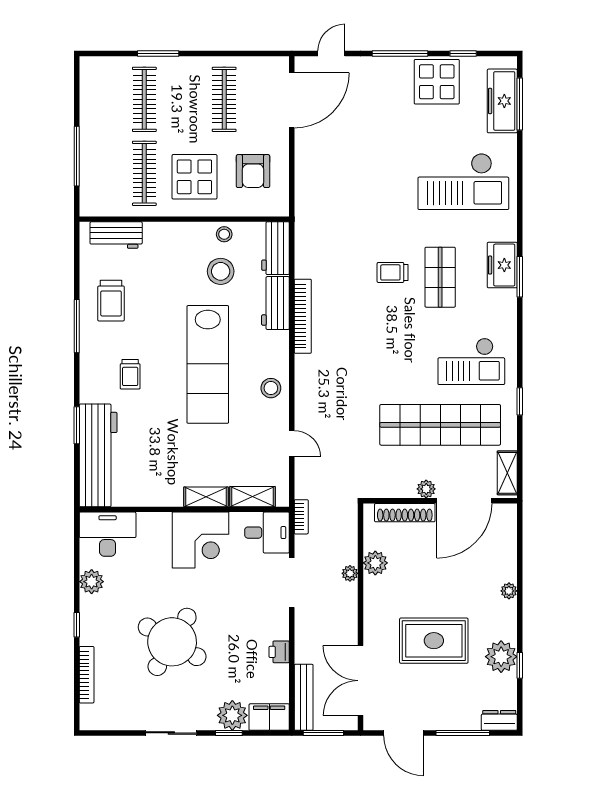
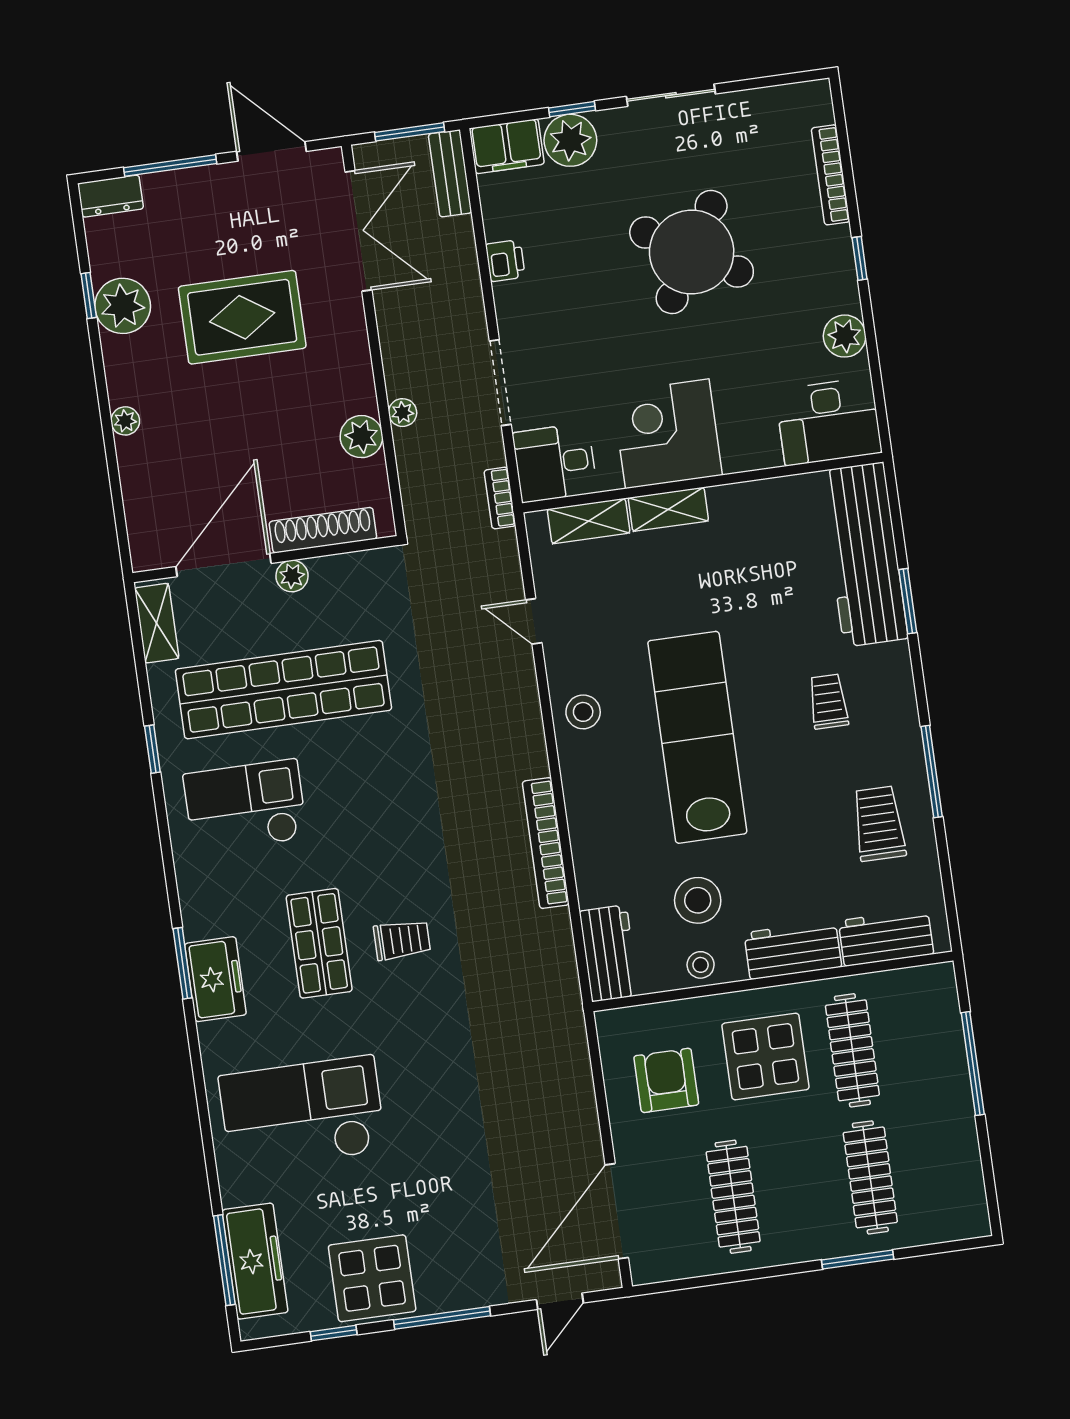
workbench: (275, 303) -> (793, 950), moved, turned -90
bench: (304, 697) -> (450, 173), width x0.73

